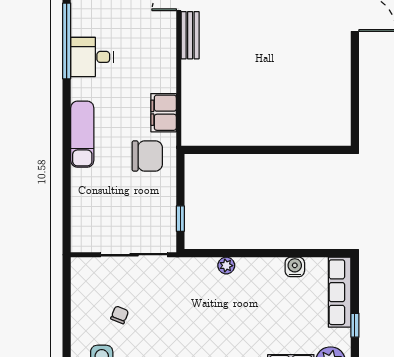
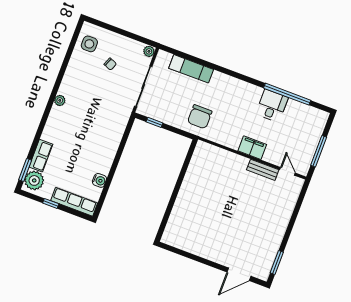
filing cabinet: (164, 113) -> (252, 148), moved
exam couch: (82, 134) -> (191, 69), moved
plant: (226, 266) -> (149, 51), moved

